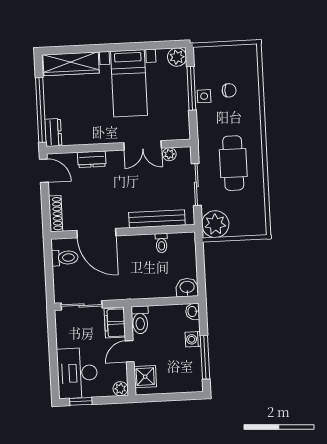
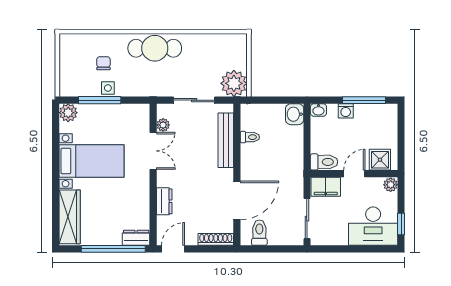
cafe table: (233, 163) -> (155, 48), moved
door: (130, 351) -> (354, 174), swing flipped

